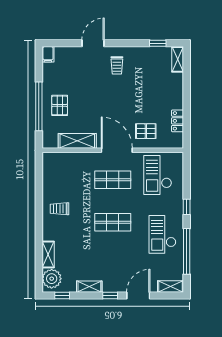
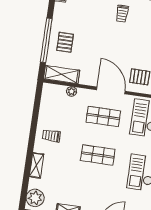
shelving: (77, 141) -> (62, 74), moved
plant: (74, 158) -> (72, 91), added
shelving: (48, 255) -> (37, 165), moved

